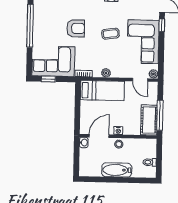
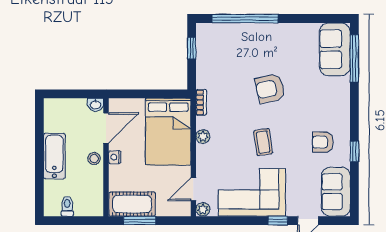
window: (30, 26) -> (245, 18), moved
armchair: (76, 28) -> (270, 89), turned 78
corner sofa: (53, 61) -> (219, 56), removed
bed: (102, 91) -> (168, 132), width x1.50
window: (160, 115) -> (140, 221), width x0.69
door: (99, 136) -> (106, 128), hinge flipped

